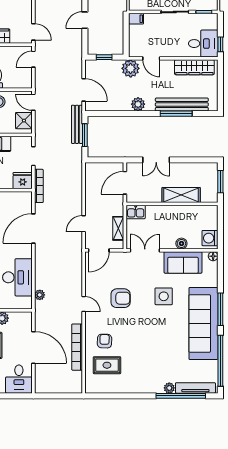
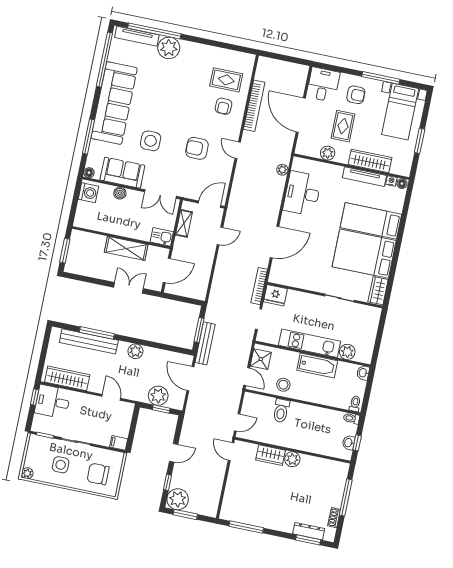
plant: (131, 68) -> (158, 396), moved
shelving: (181, 195) -> (126, 248), moved
window: (220, 309) -> (88, 137), moved
plant: (169, 388) -> (169, 48), width x1.87, depth x1.87

